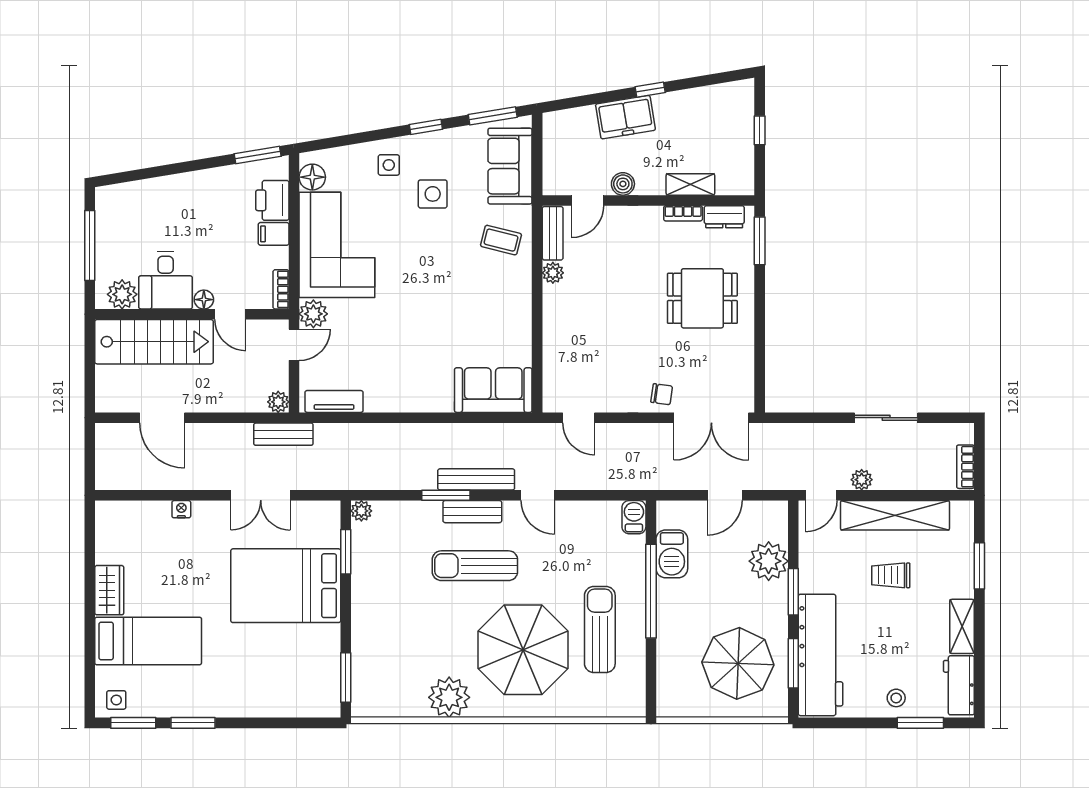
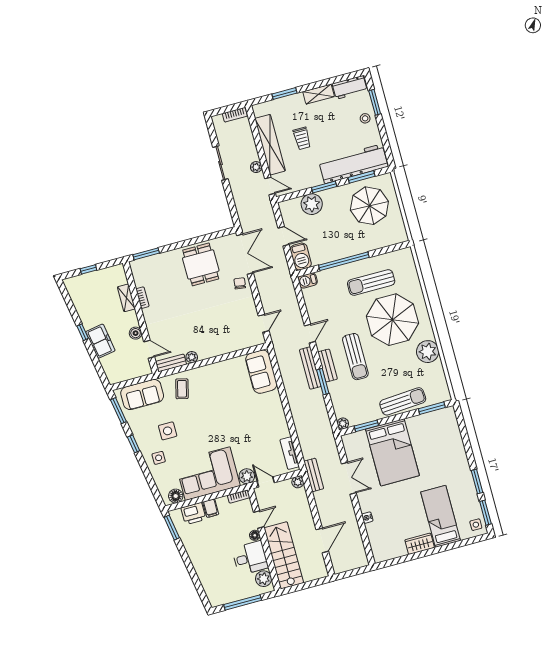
dresser: (724, 217) -> (138, 276), removed
dining table: (702, 298) -> (201, 264), moved
barbecue: (672, 554) -> (301, 257), moved, turned 90
sun lounger: (372, 629) -> (403, 401), added

